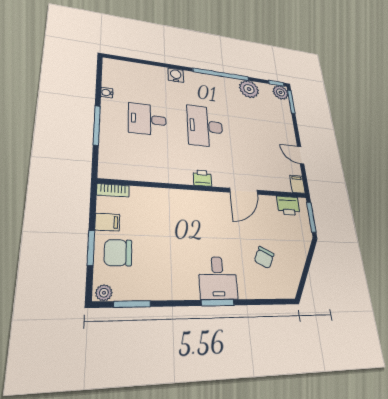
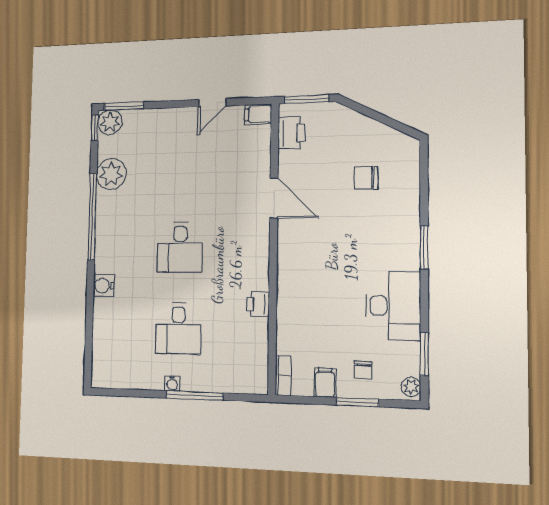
water cooler: (107, 93) -> (172, 383), moved
desk: (205, 126) -> (180, 247), width x0.73
printer: (202, 178) -> (258, 304), moved
chair: (118, 253) -> (363, 370), width x0.54, depth x0.54
chair: (264, 257) -> (366, 178), turned 153
desk: (218, 278) -> (393, 306), moved, width x1.37

